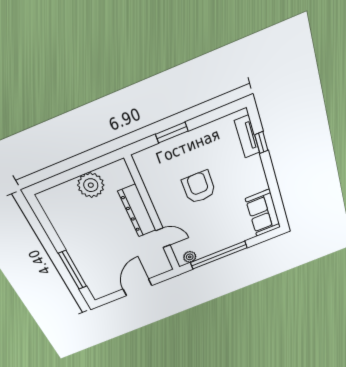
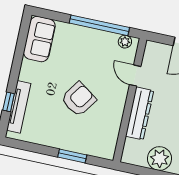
tv unit: (247, 137) -> (19, 107), width x1.41
armchair: (199, 187) -> (79, 99), turned -145

